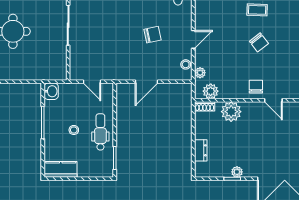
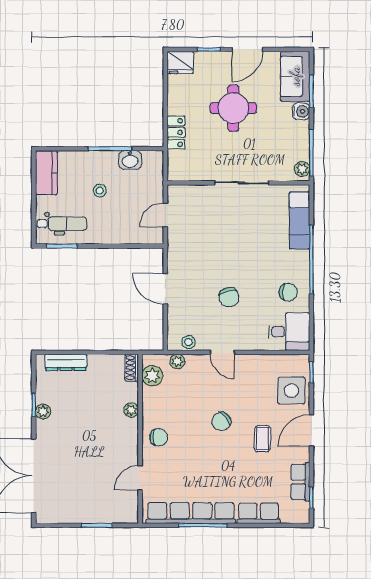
chair: (259, 42) -> (221, 421), moved
locker: (31, 74) -> (176, 133), added
washbasin: (51, 91) -> (130, 160), moved
door: (273, 100) -> (140, 478), moved
plant: (231, 112) -> (131, 410), width x0.53, depth x0.53
dental chair: (100, 132) -> (62, 224), moved
dresser: (201, 150) -> (66, 362), width x1.44

